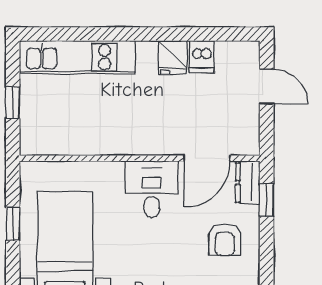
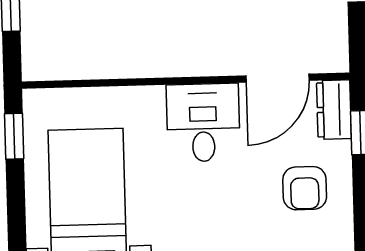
window: (13, 224) -> (14, 136), moved

